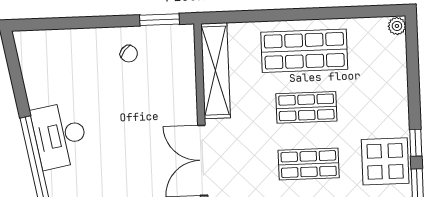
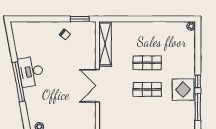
shop shelf: (304, 51) -> (147, 36), removed

